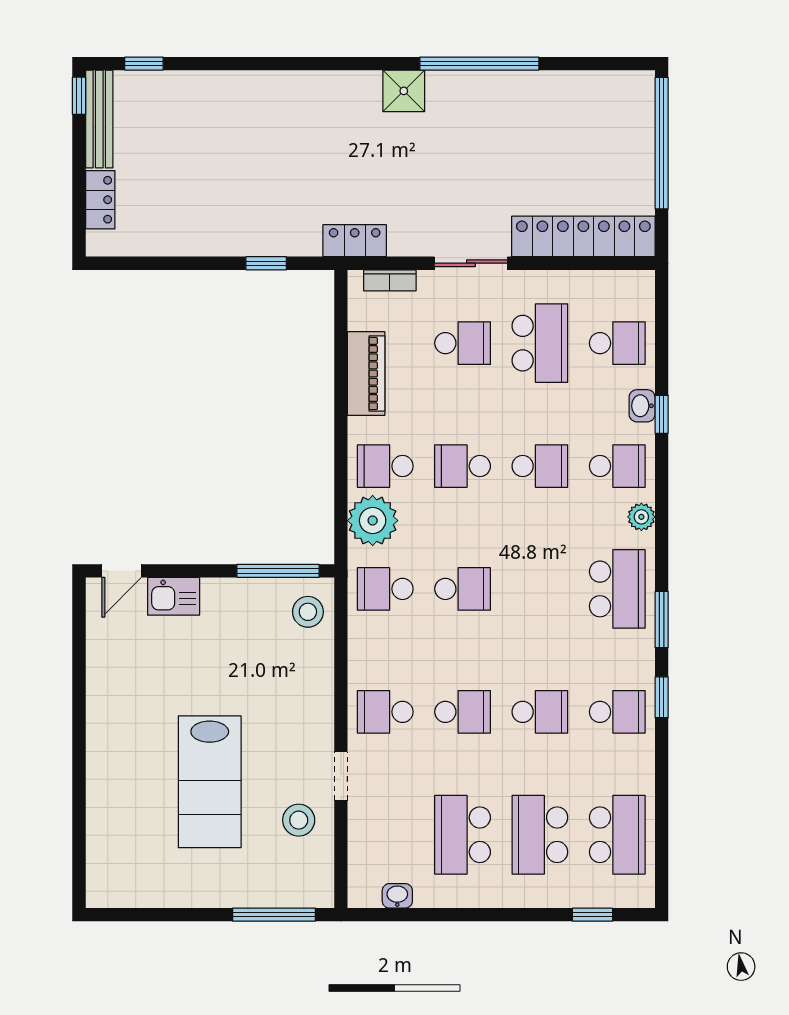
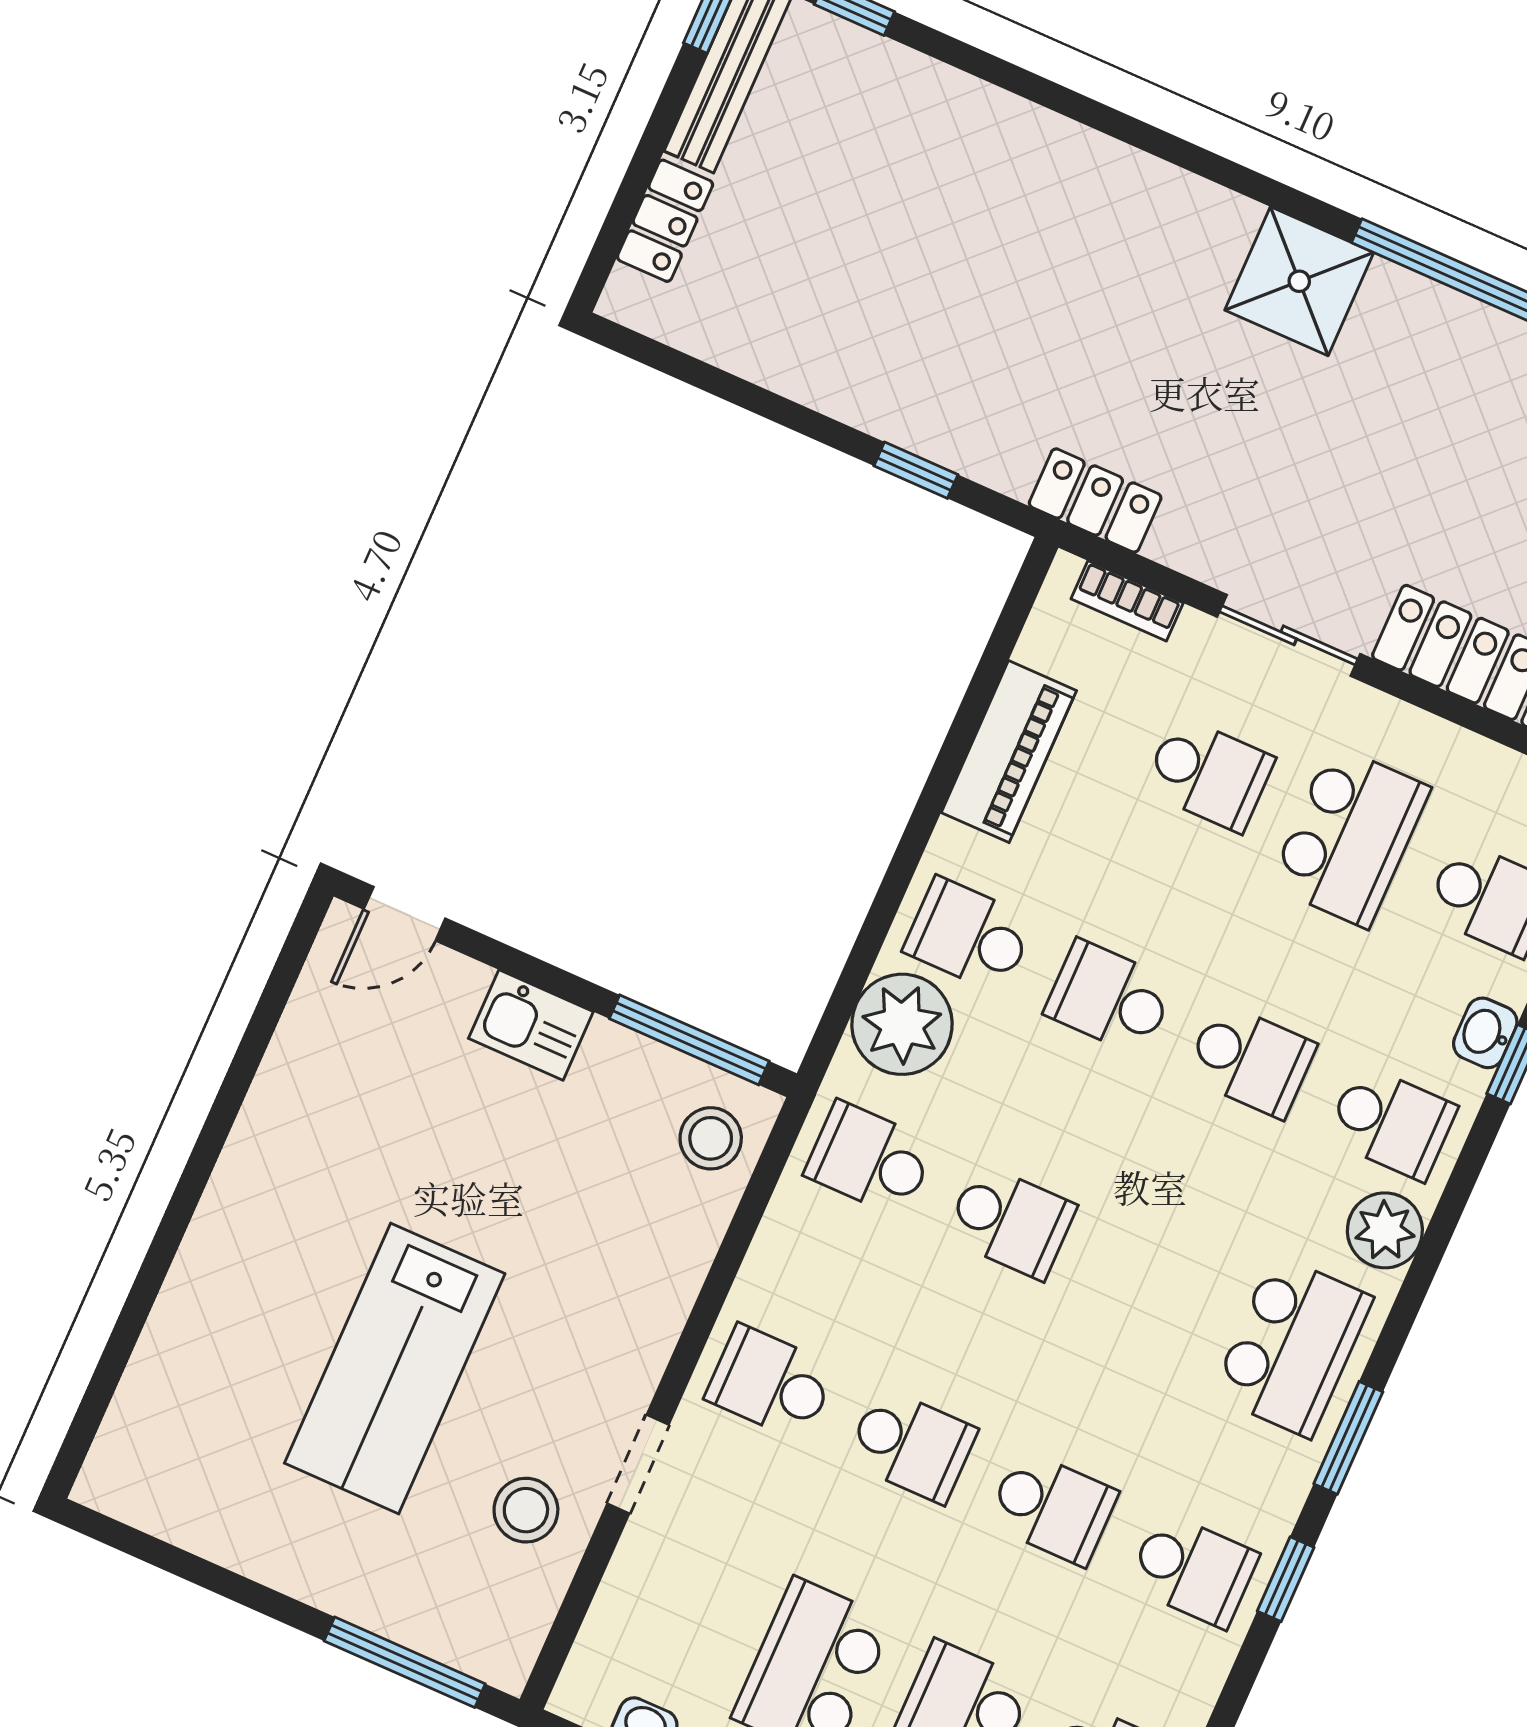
shower: (404, 91) -> (1299, 281), width x1.36, depth x1.36
plant: (641, 517) -> (1385, 1230), width x1.38, depth x1.38
kitchen sink: (174, 596) -> (531, 1025), moved

